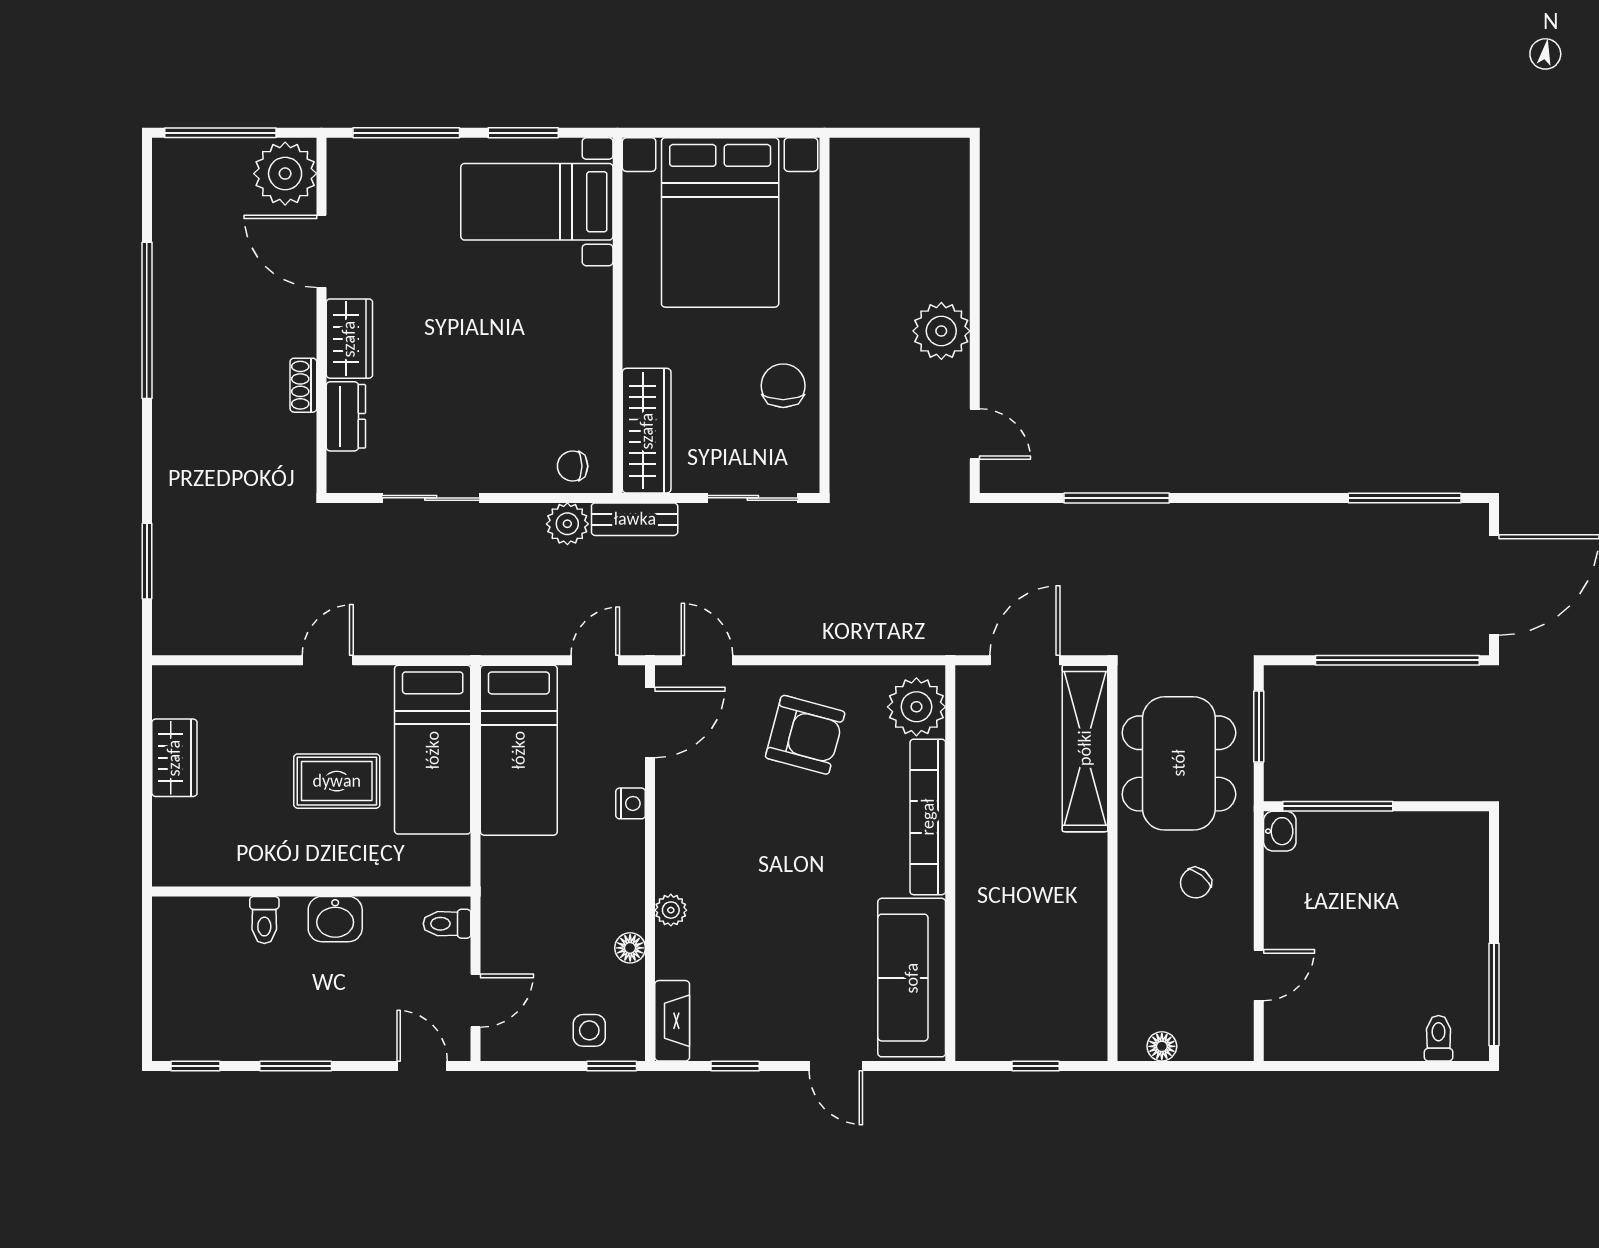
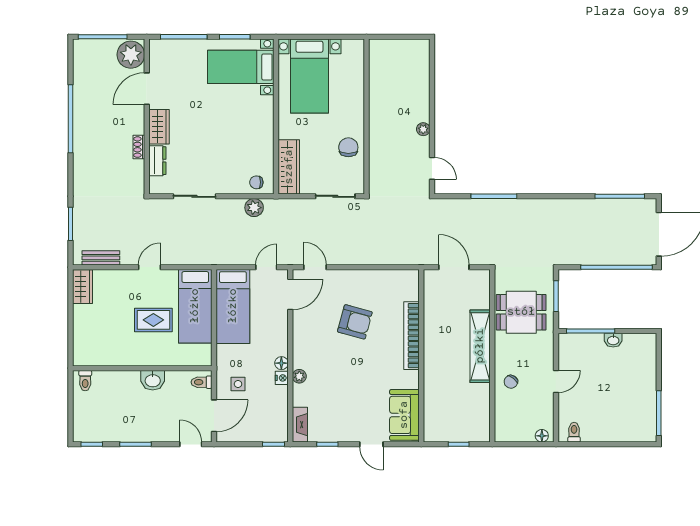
bed with nightstands: (720, 222) -> (309, 76), width x0.73
door: (321, 251) -> (147, 89), hinge flipped
plant: (941, 331) -> (423, 129), width x0.53, depth x0.53
bench: (635, 519) -> (101, 258), moved
door: (1025, 660) -> (454, 267), hinge flipped
plant: (916, 707) -> (407, 287), removed
armchair: (805, 735) -> (355, 322), moved
shelving: (1085, 748) -> (480, 346), moved
wardrobe: (174, 758) -> (82, 287), moved
dining table: (1179, 763) -> (521, 312), width x0.73
nightstand: (631, 803) -> (282, 378), moved
washbasin: (1280, 831) -> (613, 340), moved, turned 90
chair: (1196, 883) -> (511, 382), moved
toilet: (264, 920) -> (85, 381), moved
floor lamp: (630, 948) -> (281, 363), moved
door: (1259, 975) -> (556, 381), moved
sofa: (912, 978) -> (404, 415), width x0.73
door: (476, 1001) -> (214, 416), width x1.38
side table: (589, 1030) -> (238, 384), moved
toilet: (1439, 1038) -> (574, 432), moved
floor lamp: (1162, 1046) -> (542, 436), moved

